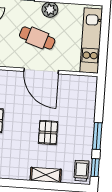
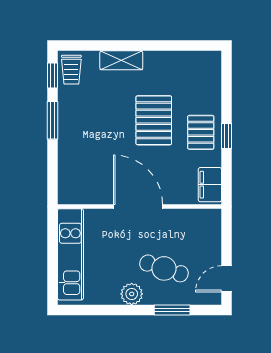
cafe table: (37, 38) -> (164, 268), moved
pallet: (48, 132) -> (154, 120), moved, width x1.50, depth x1.42

